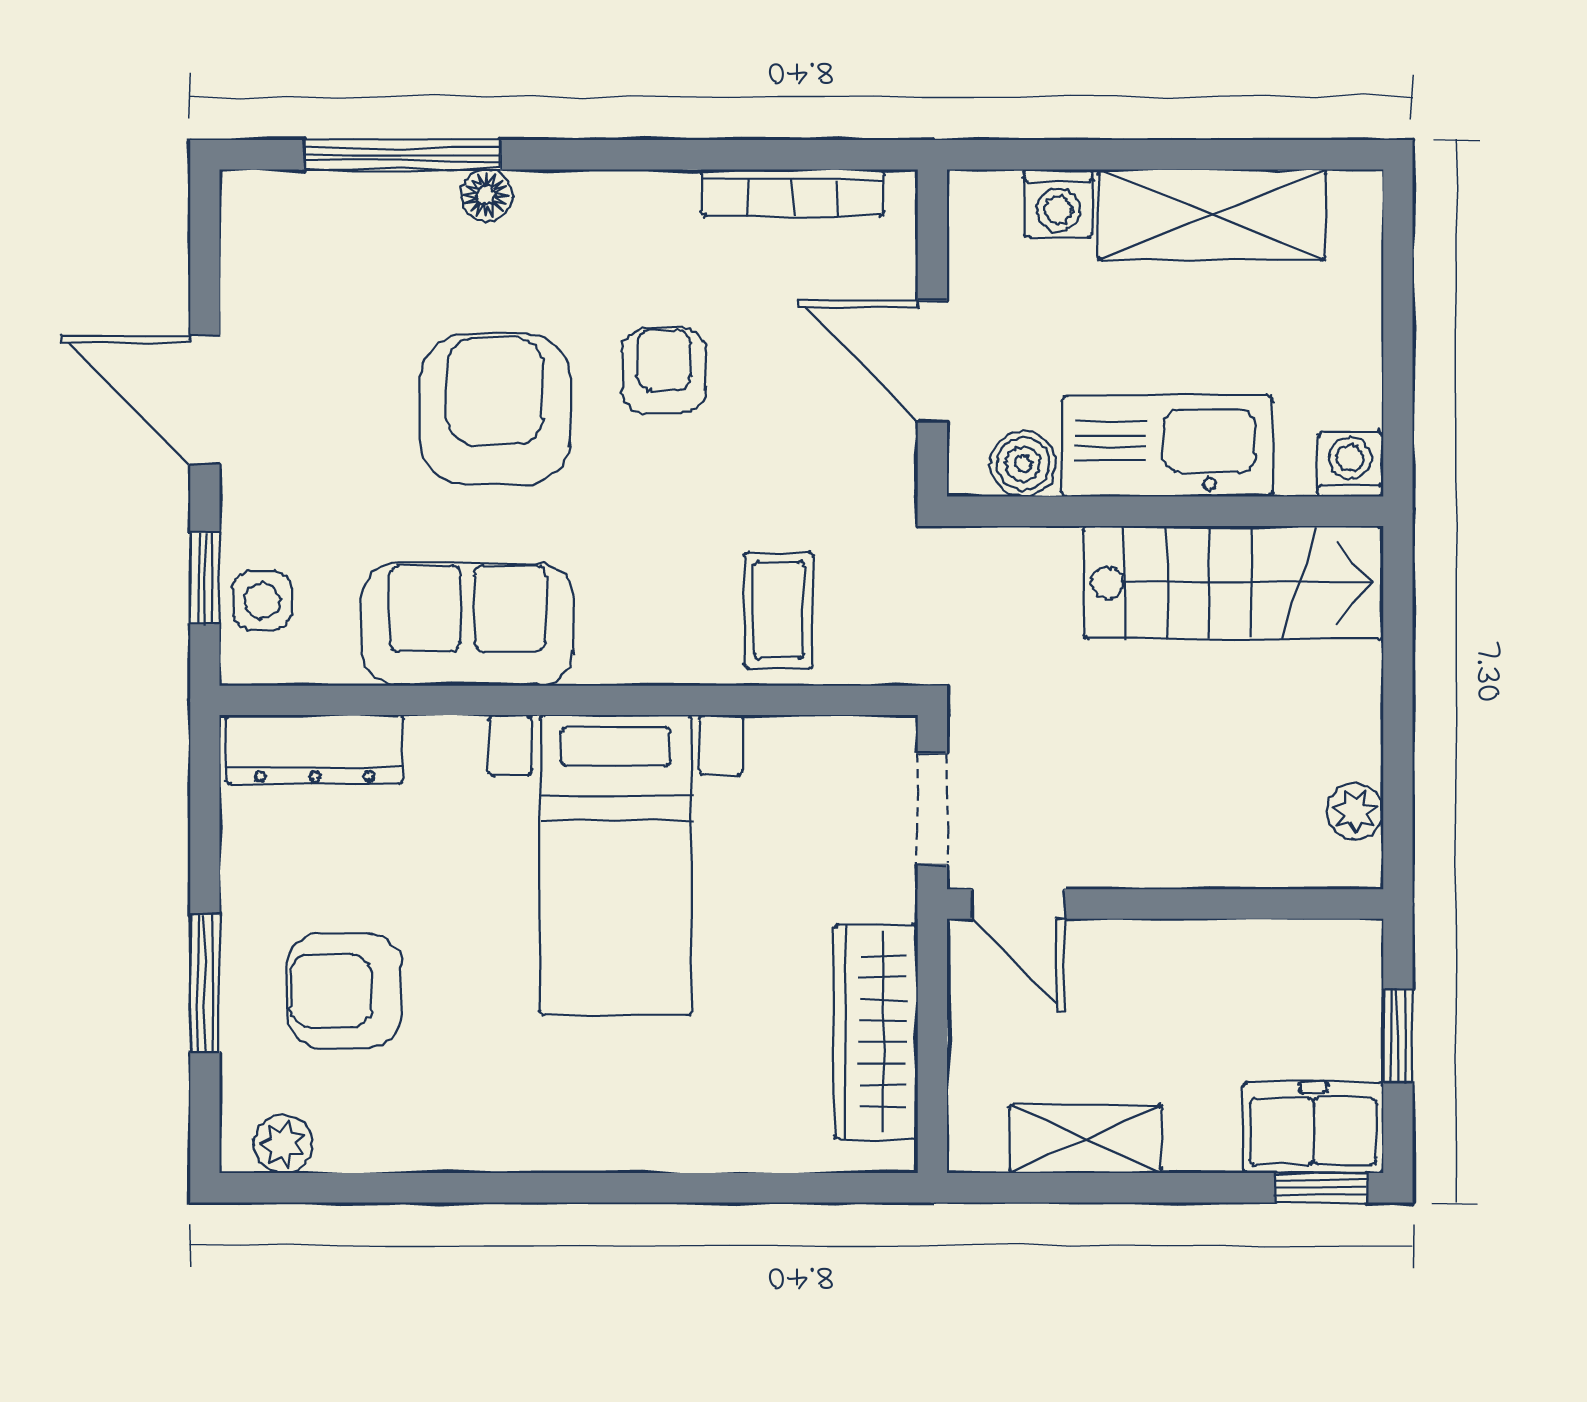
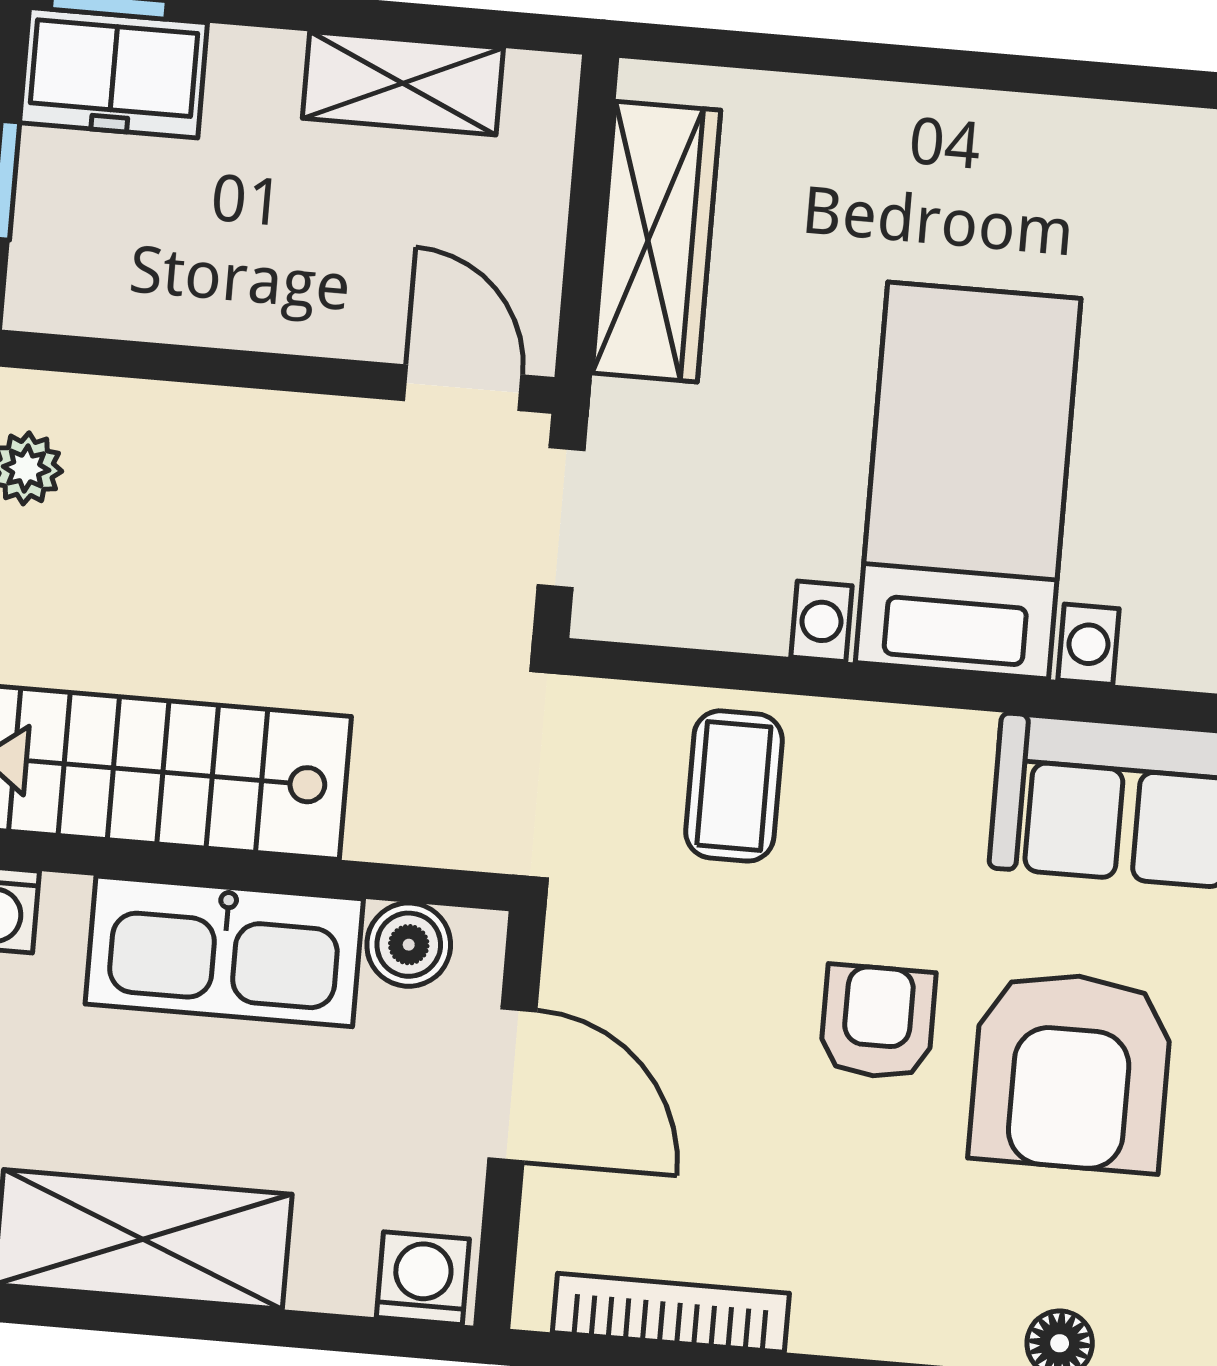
washing machine: (1058, 203) -> (423, 1278), moved
armchair: (664, 371) -> (878, 1022), moved, turned 180

